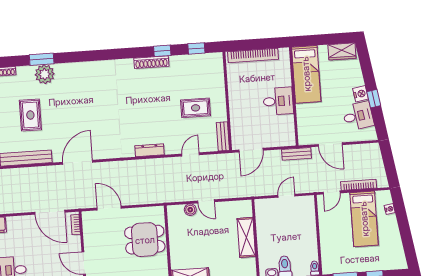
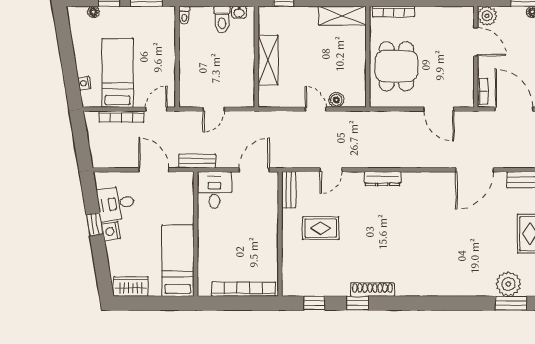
desk: (278, 101) -> (214, 190), moved, turned 90
dining table: (145, 240) -> (396, 66), turned 90
floor lamp: (386, 266) -> (93, 12), added

